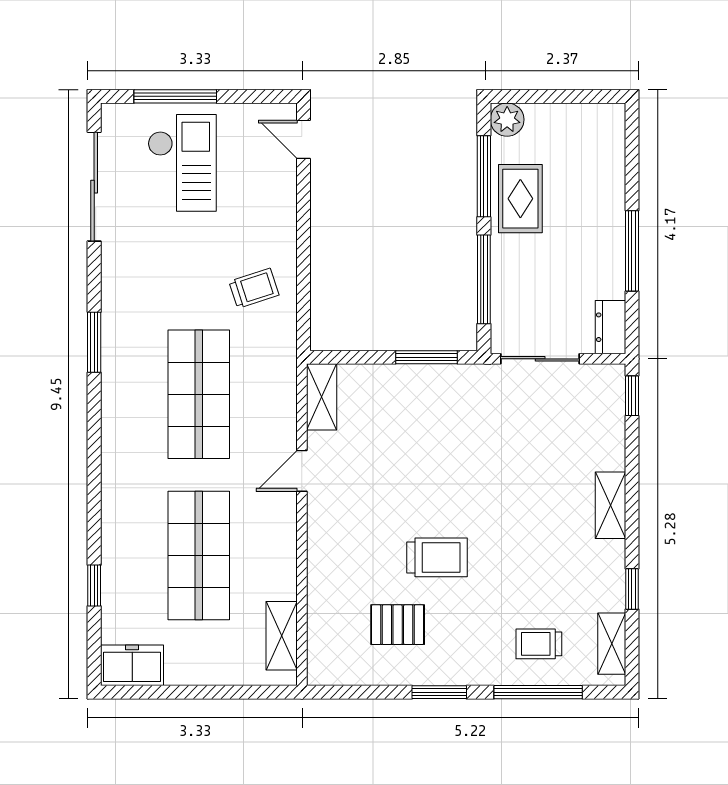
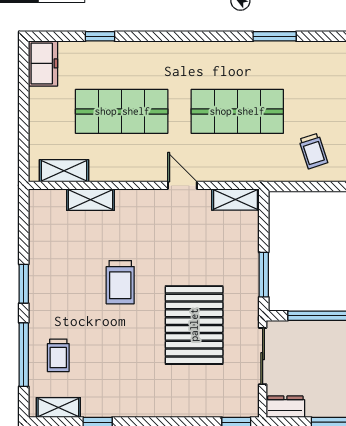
shelving: (610, 505) -> (91, 200), moved
pallet: (398, 625) -> (194, 325), moved, width x2.05, depth x2.00
trolley: (539, 644) -> (58, 355), turned 180

